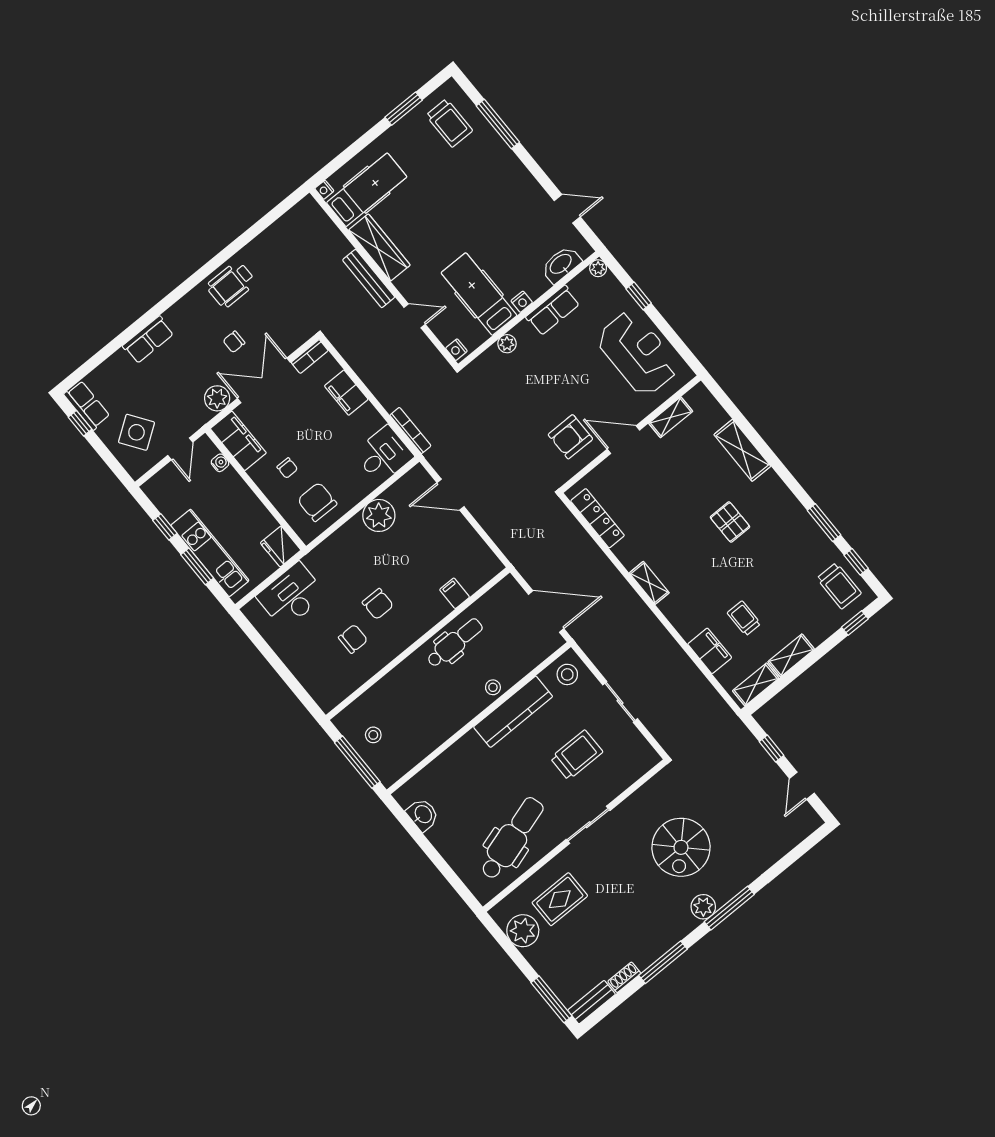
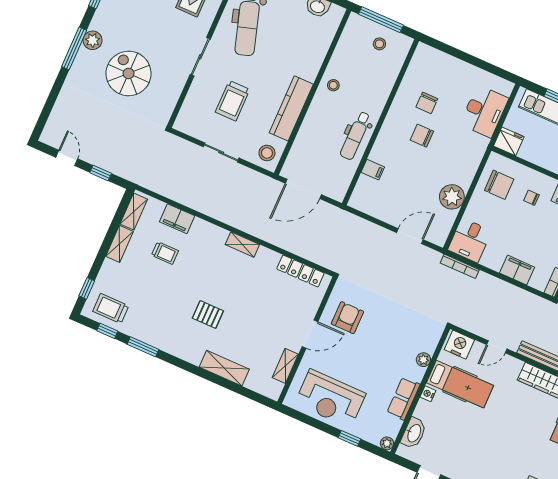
nightstand: (456, 350) -> (459, 345), width x1.89, depth x1.79
stool: (493, 687) -> (333, 85), moved

